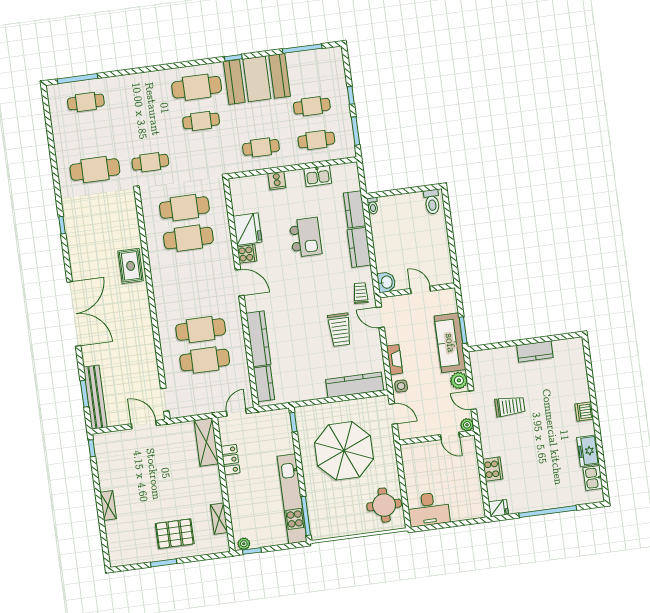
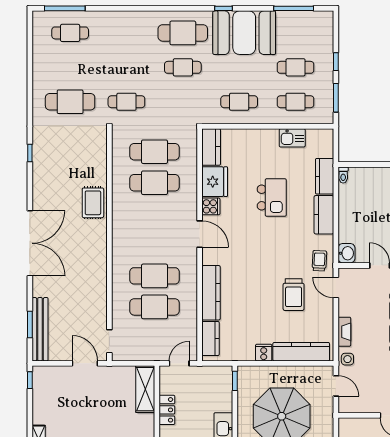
cooker: (277, 181) -> (264, 353), moved, turned 180
kitchen counter: (239, 196) -> (211, 147), added

